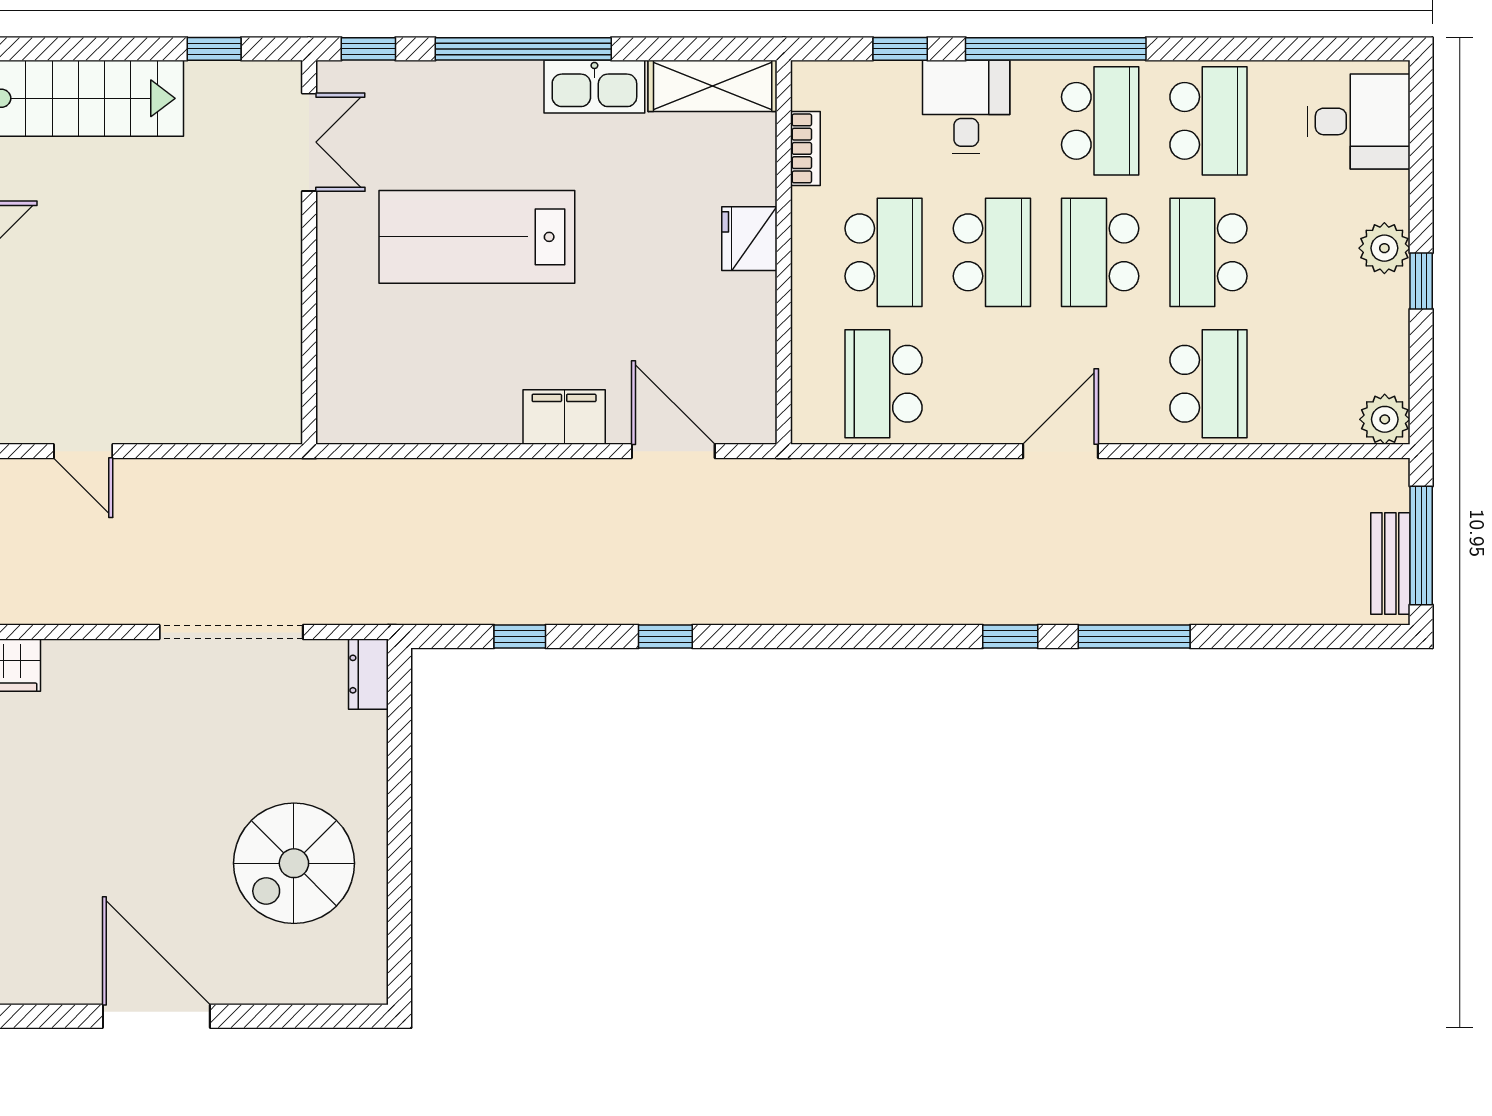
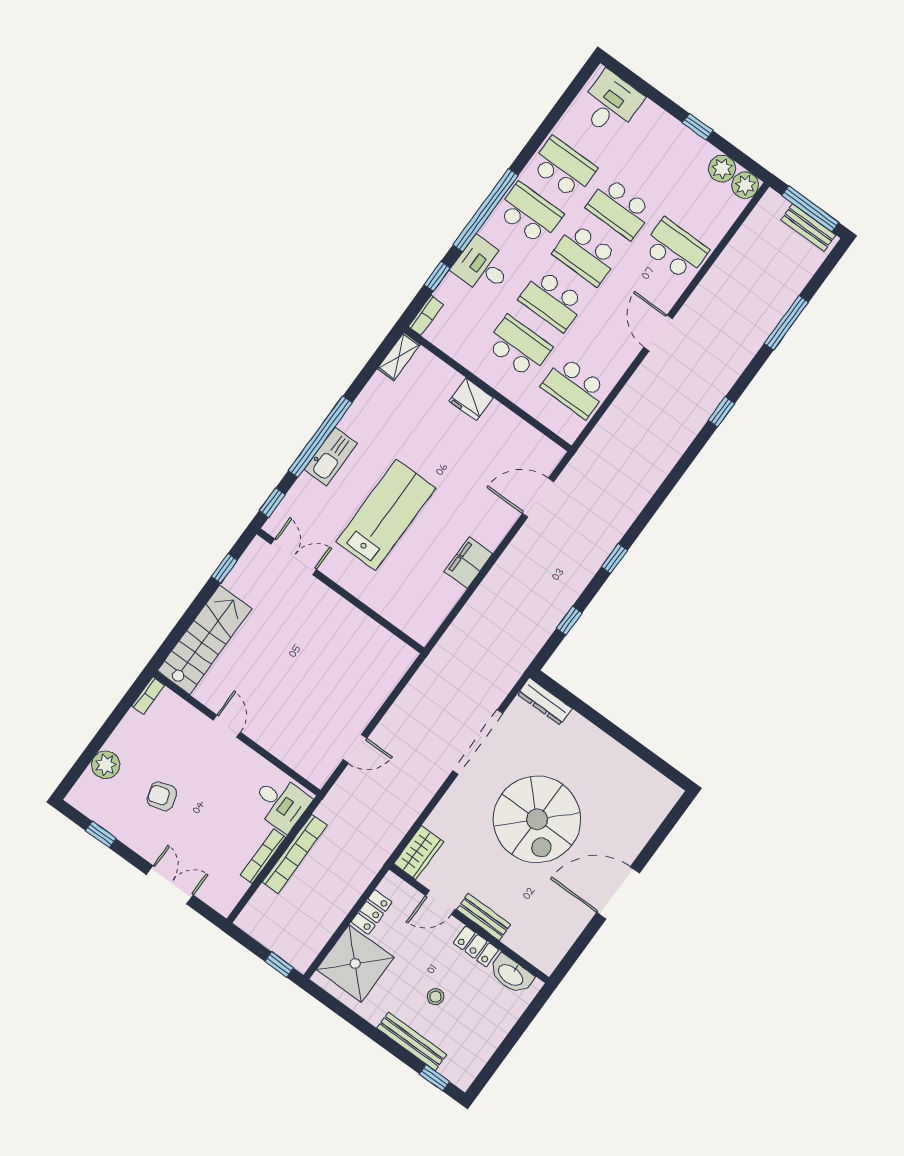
shelving: (713, 86) -> (399, 357), width x0.67, depth x0.75
kitchen sink: (594, 87) -> (331, 456), moved
bookcase: (805, 148) -> (426, 315), moved, turned 90
lab bench: (477, 237) -> (386, 515), turned 180
plant: (1384, 248) -> (722, 168), moved
school desk: (992, 252) -> (552, 300), turned 180
filing cabinet: (564, 417) -> (468, 563), moved
window: (1134, 637) -> (786, 323), moved
dresser: (368, 674) -> (545, 701), width x1.44
spiral stairs: (294, 863) -> (537, 819), moved, width x1.37, depth x1.37

